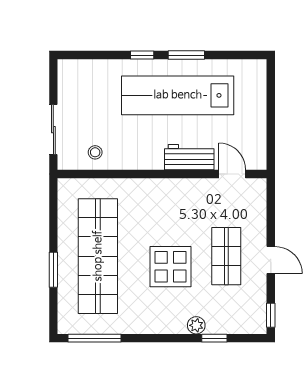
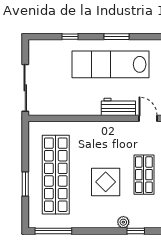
window: (142, 55) -> (70, 37), moved
sliding door: (53, 130) -> (25, 88), width x1.37
stool: (95, 152) -> (54, 103), removed

